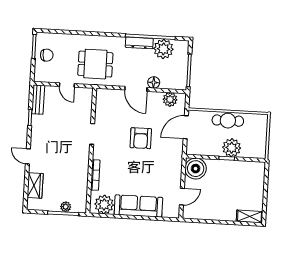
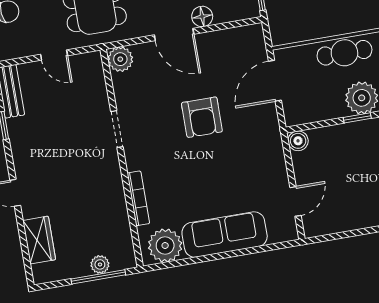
plant: (170, 99) -> (120, 59), moved
boiler: (196, 169) -> (298, 141), width x0.54, depth x0.54

